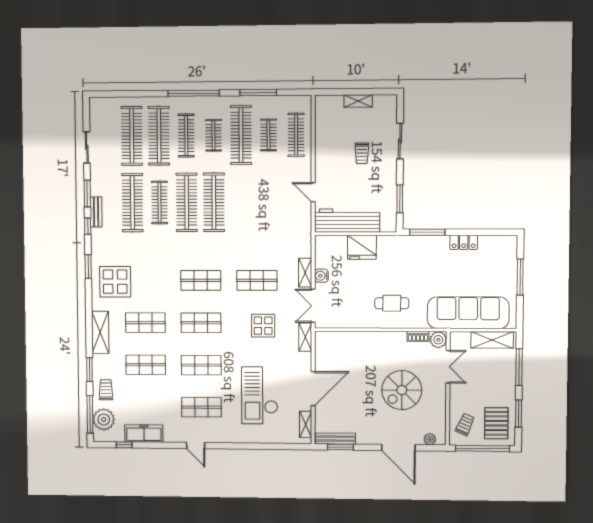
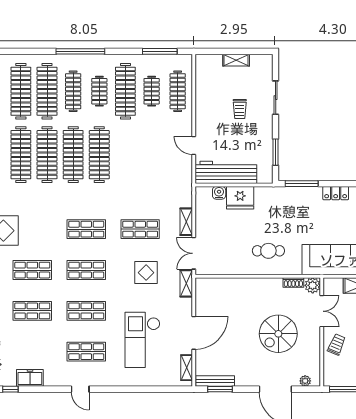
window: (258, 93) -> (160, 51), moved
clothes rail: (159, 202) -> (47, 155), width x1.37, depth x1.31
water cooler: (321, 276) -> (219, 193), moved, turned 90
trolley: (465, 424) -> (337, 344), moved
freezer: (144, 434) -> (30, 378), width x0.71

